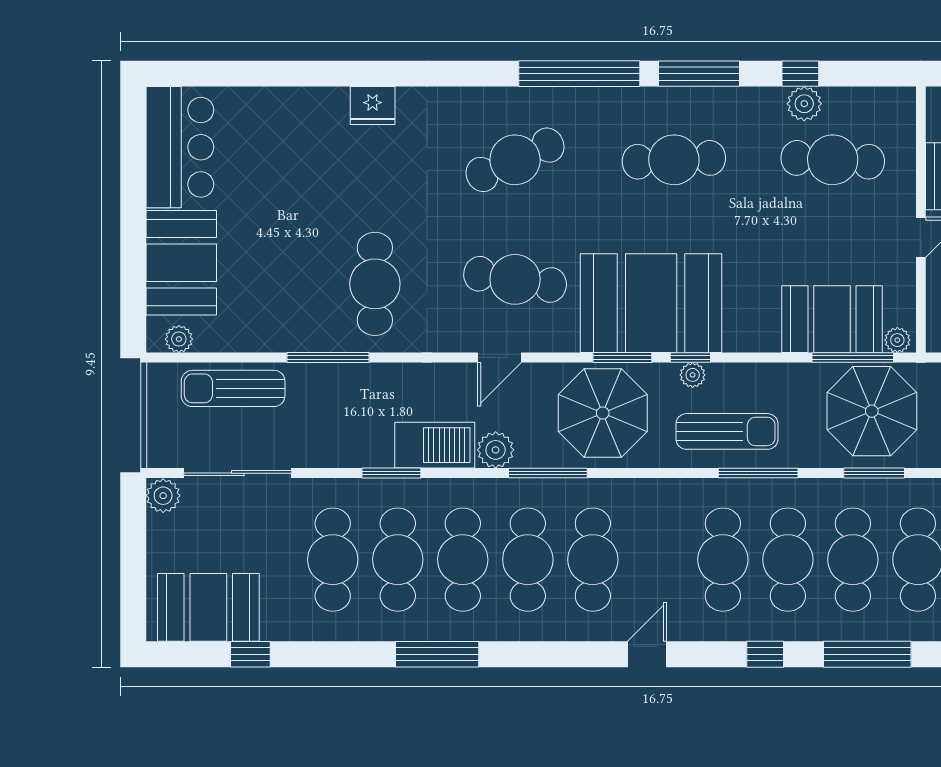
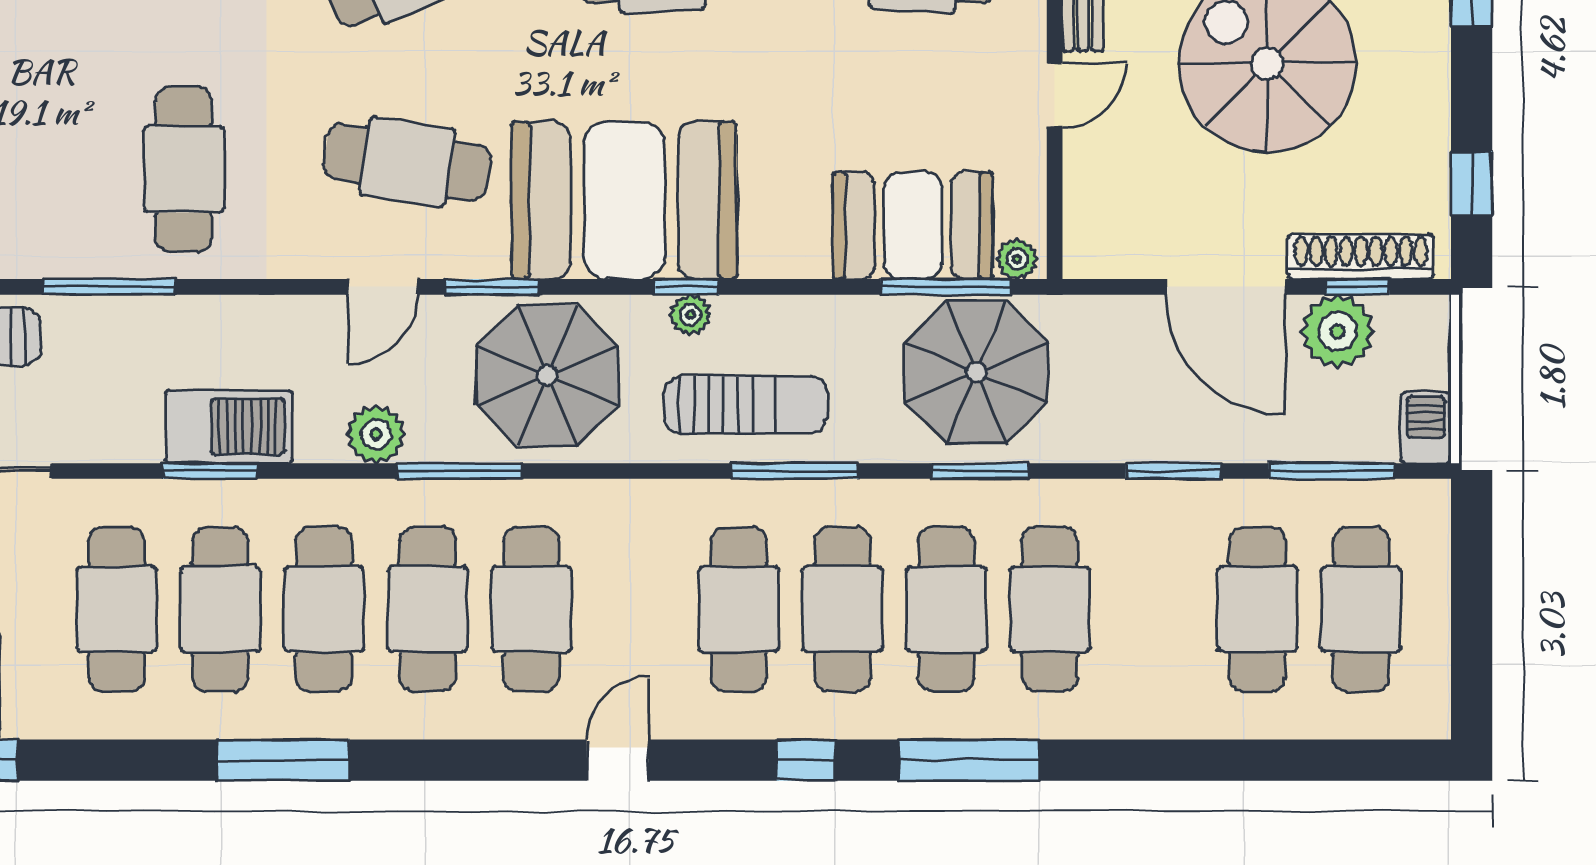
window: (622, 358) -> (492, 287), moved
barbecue: (435, 445) -> (229, 427), moved

